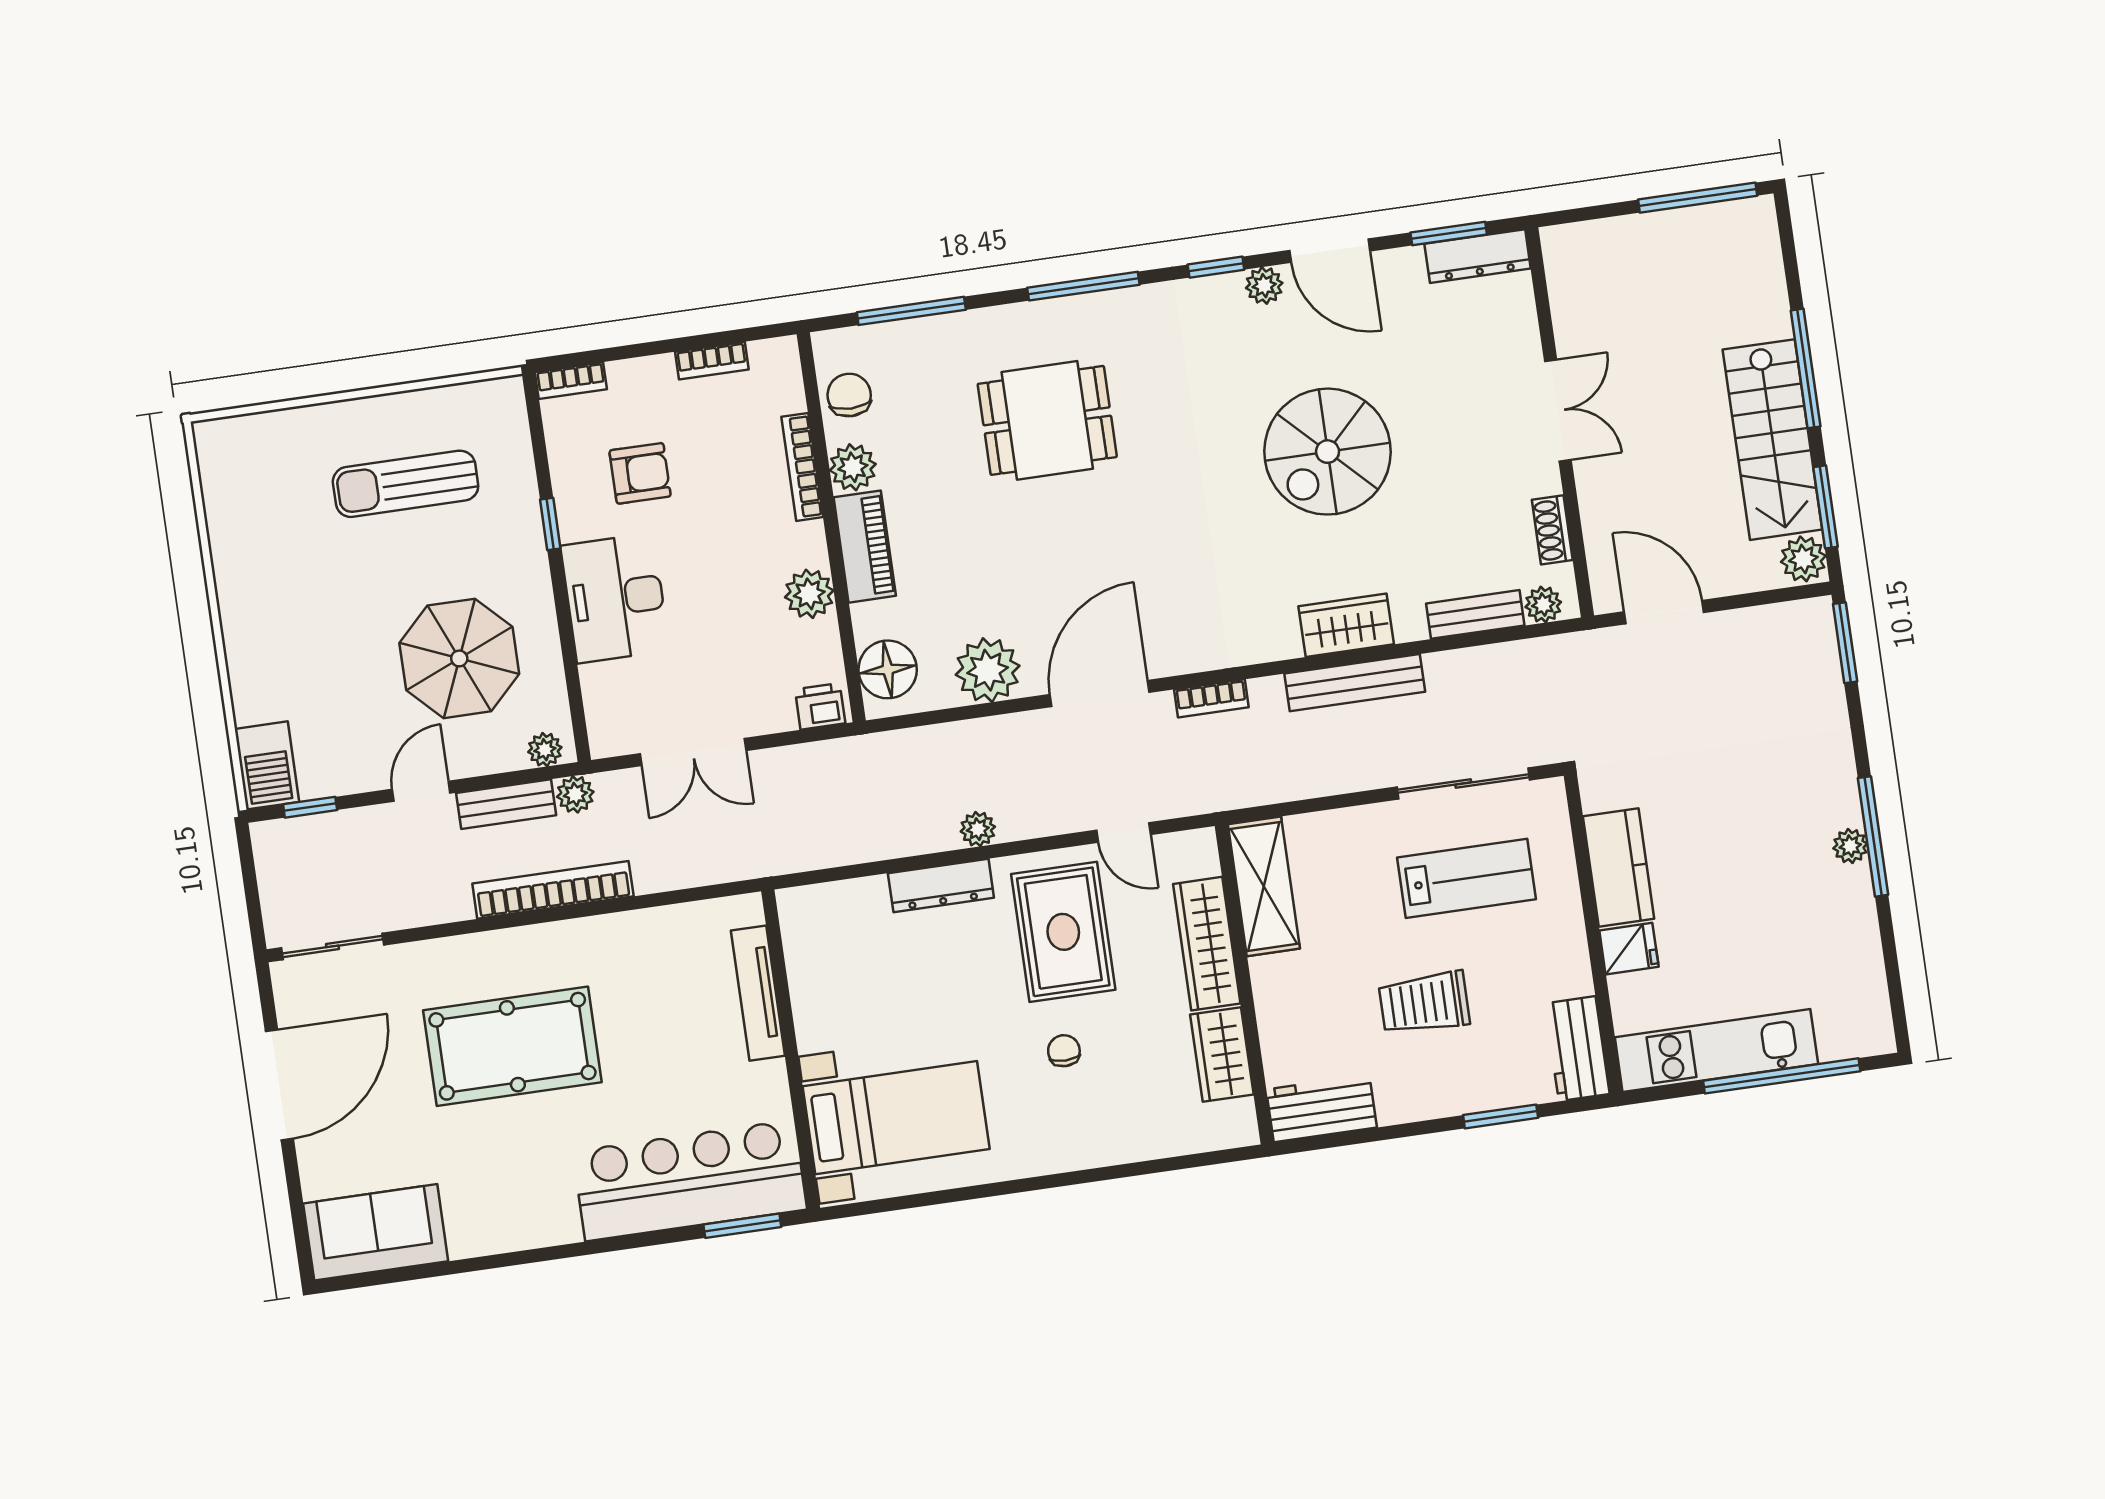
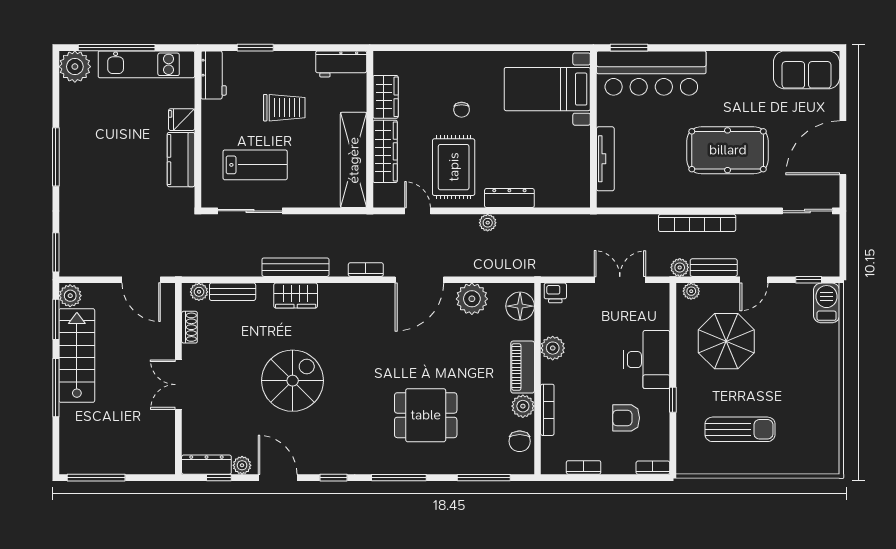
window: (1449, 234) -> (219, 478), width x0.67
plant: (1264, 286) -> (242, 465), moved
plant: (1850, 846) -> (75, 67), moved, width x1.88, depth x1.88
lab bench: (1467, 878) -> (255, 165), turned 180
shelving: (1264, 886) -> (354, 160), width x1.47

